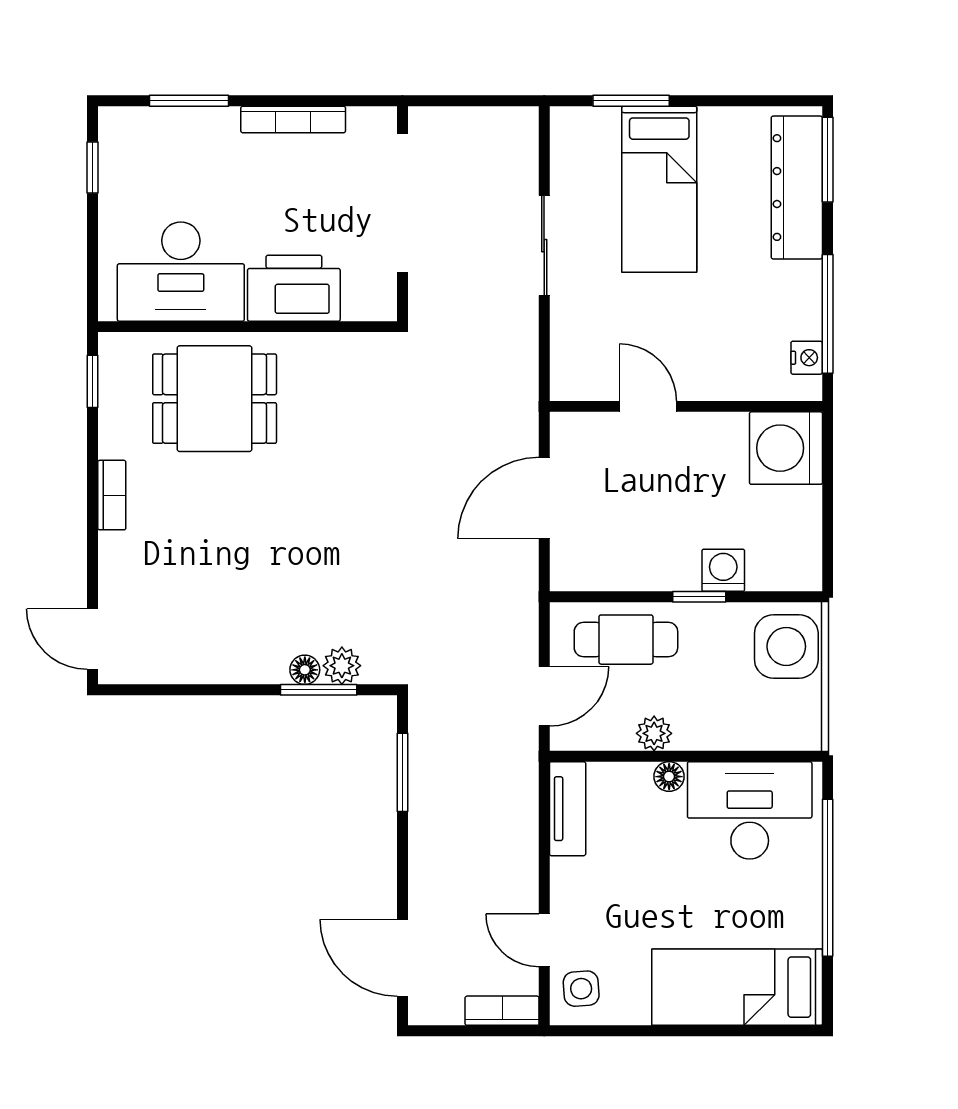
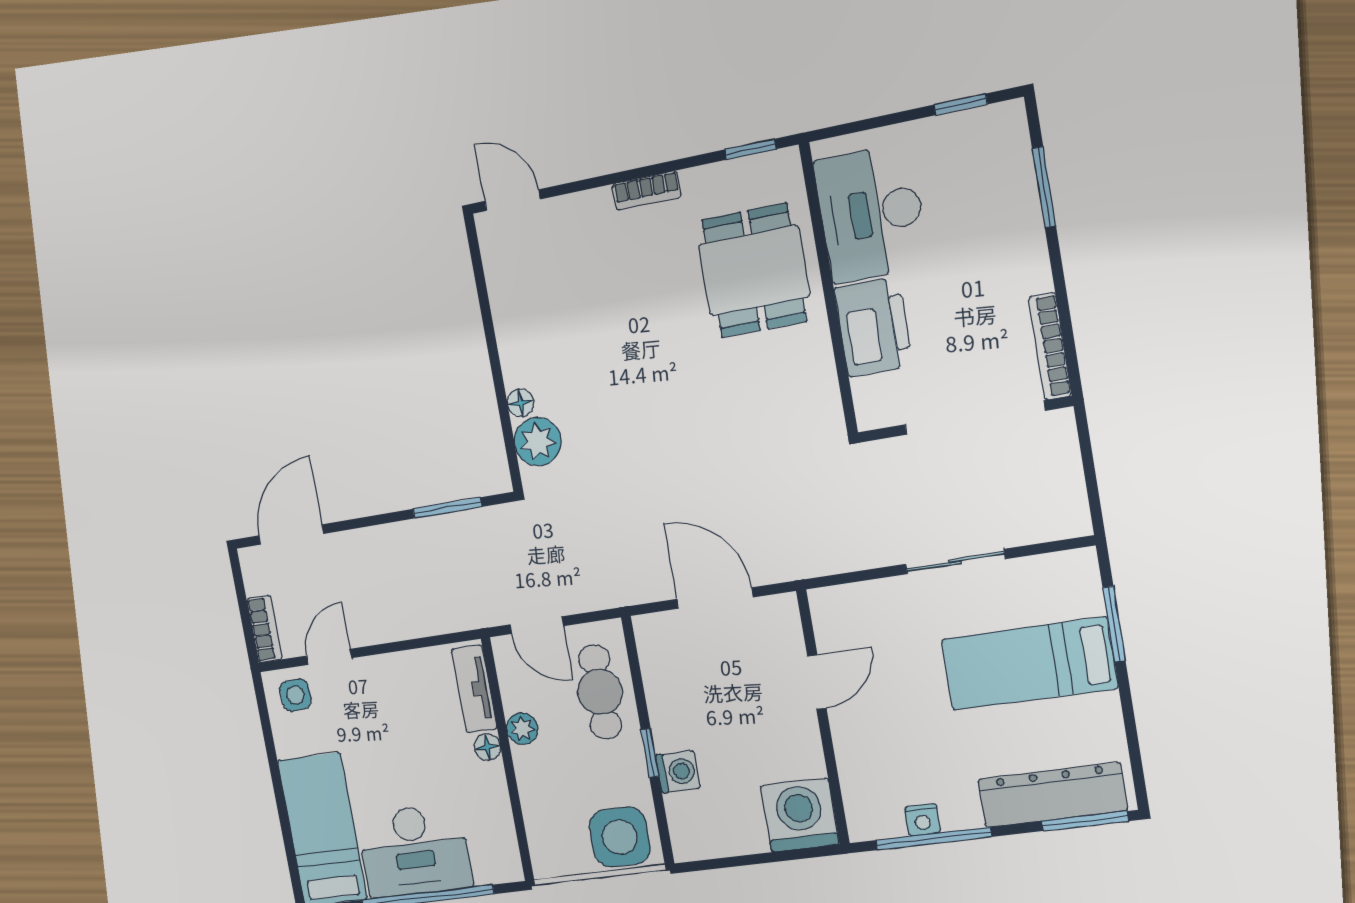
bookcase: (293, 119) -> (1050, 346), moved
nightstand: (807, 358) -> (923, 820), moved
door: (93, 639) -> (512, 200), hinge flipped
plant: (342, 666) -> (538, 442), width x1.38, depth x1.38
window: (319, 690) -> (505, 419), removed
tv unit: (568, 809) -> (474, 689), moved, turned 90
desk: (750, 810) -> (414, 851), moved, turned 90

